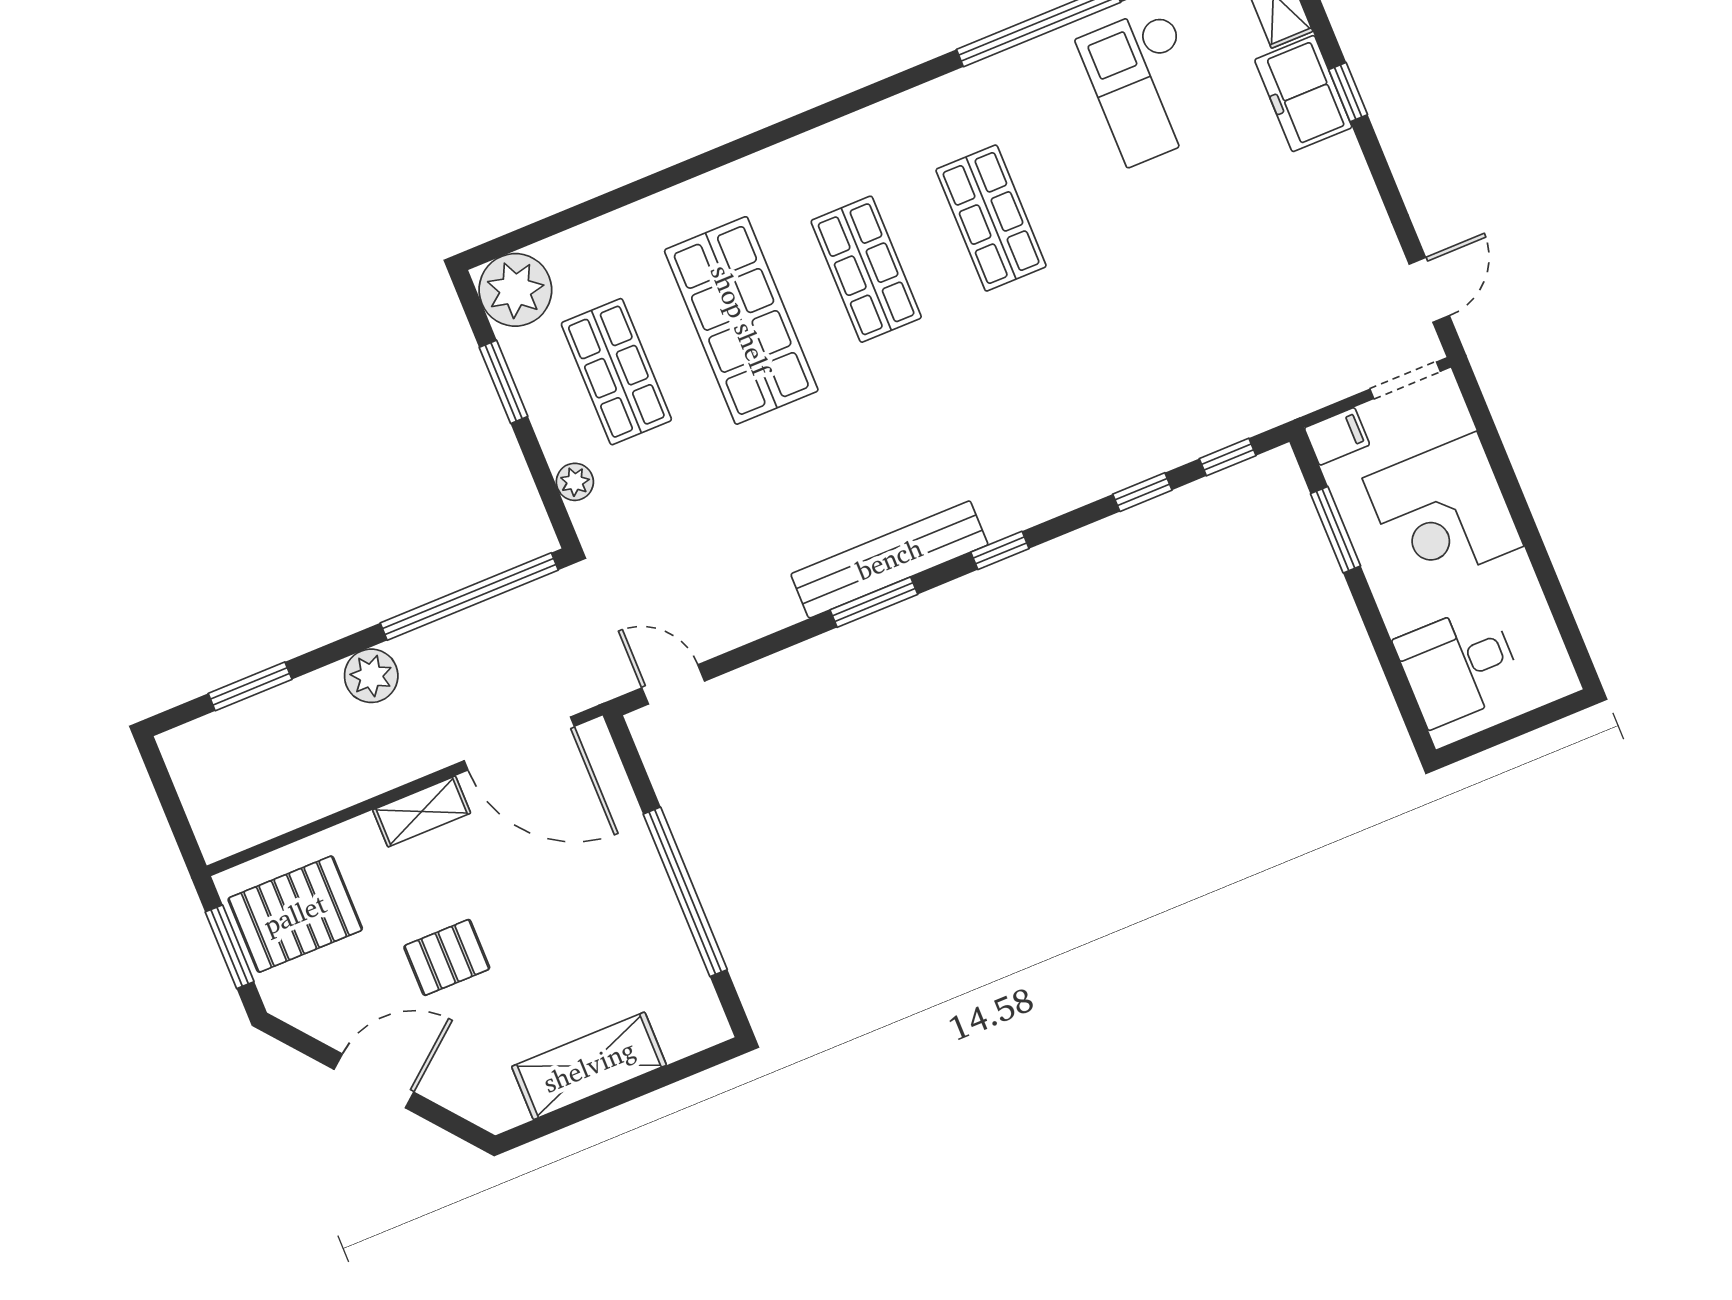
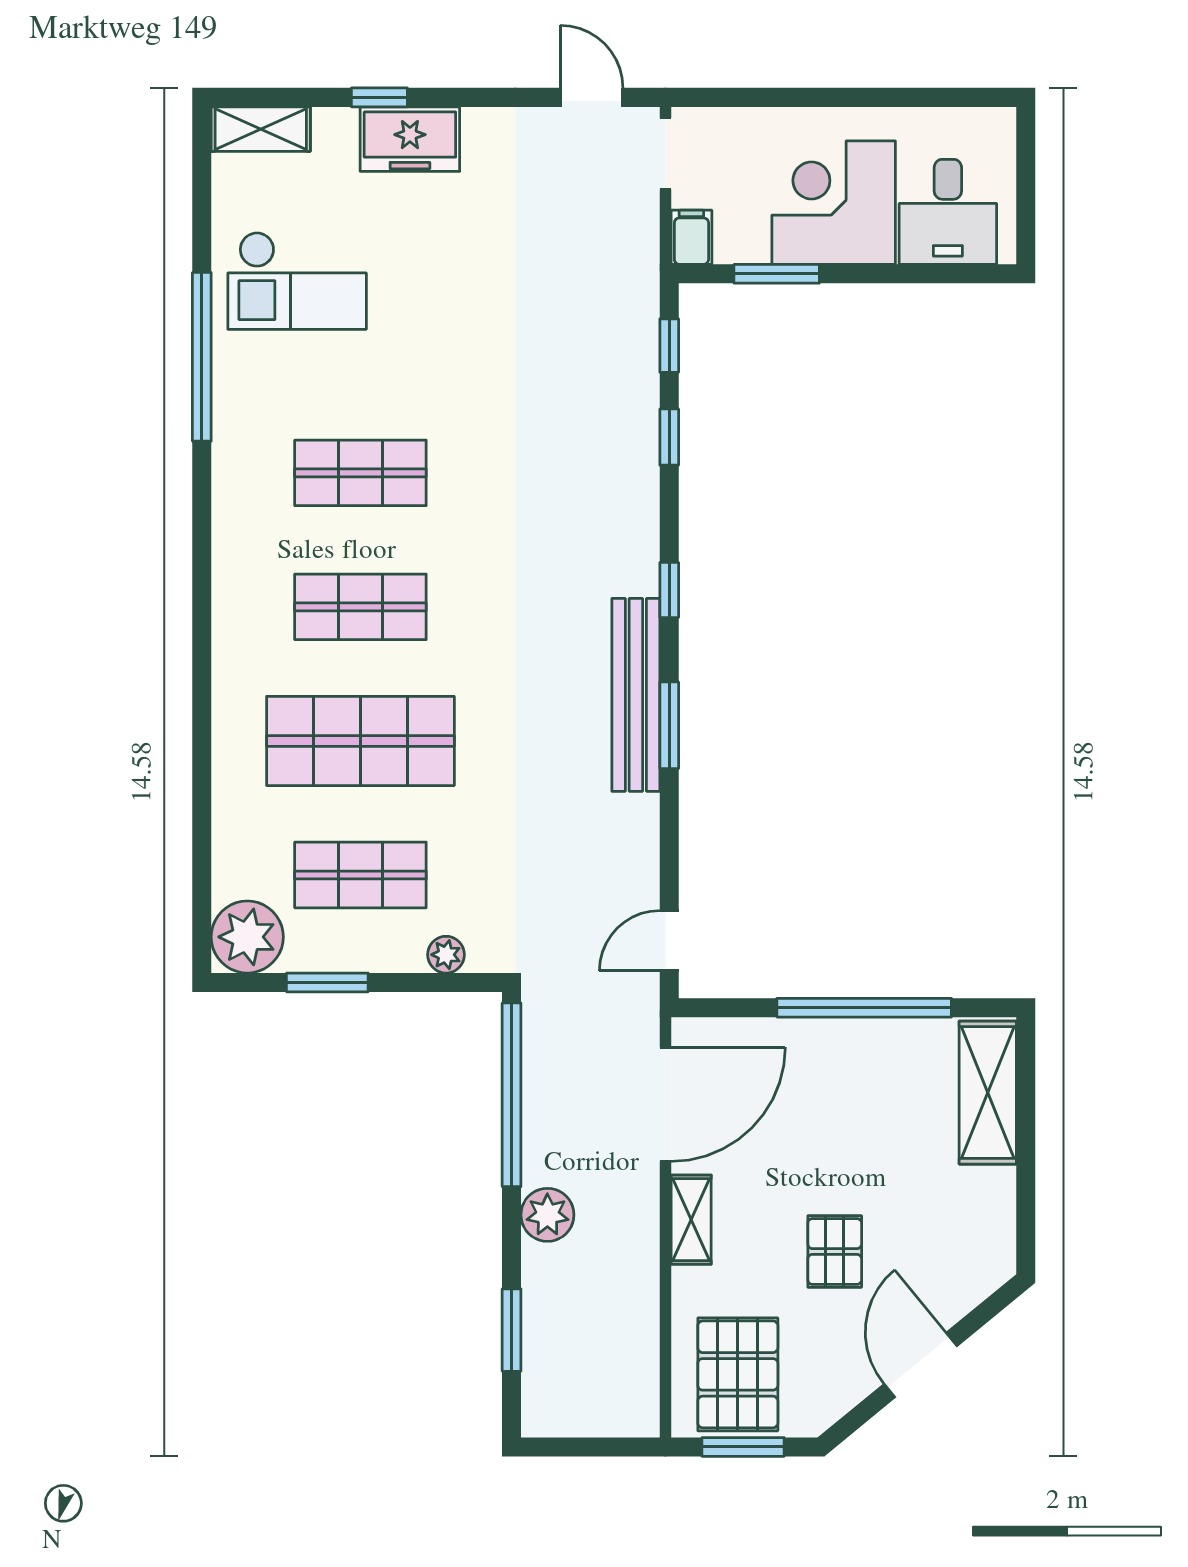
freezer: (1303, 94) -> (410, 139), moved
corner desk: (1443, 512) -> (834, 203), moved, turned 180
shelving: (589, 1066) -> (988, 1093), moved

